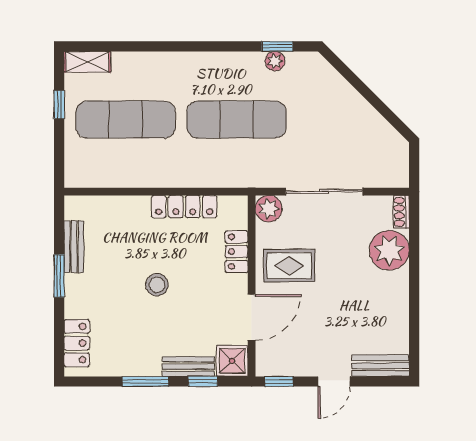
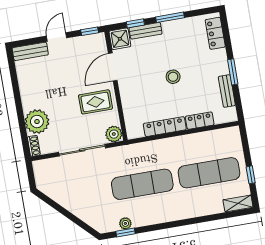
locker: (237, 252) -> (200, 121), moved, turned -90

